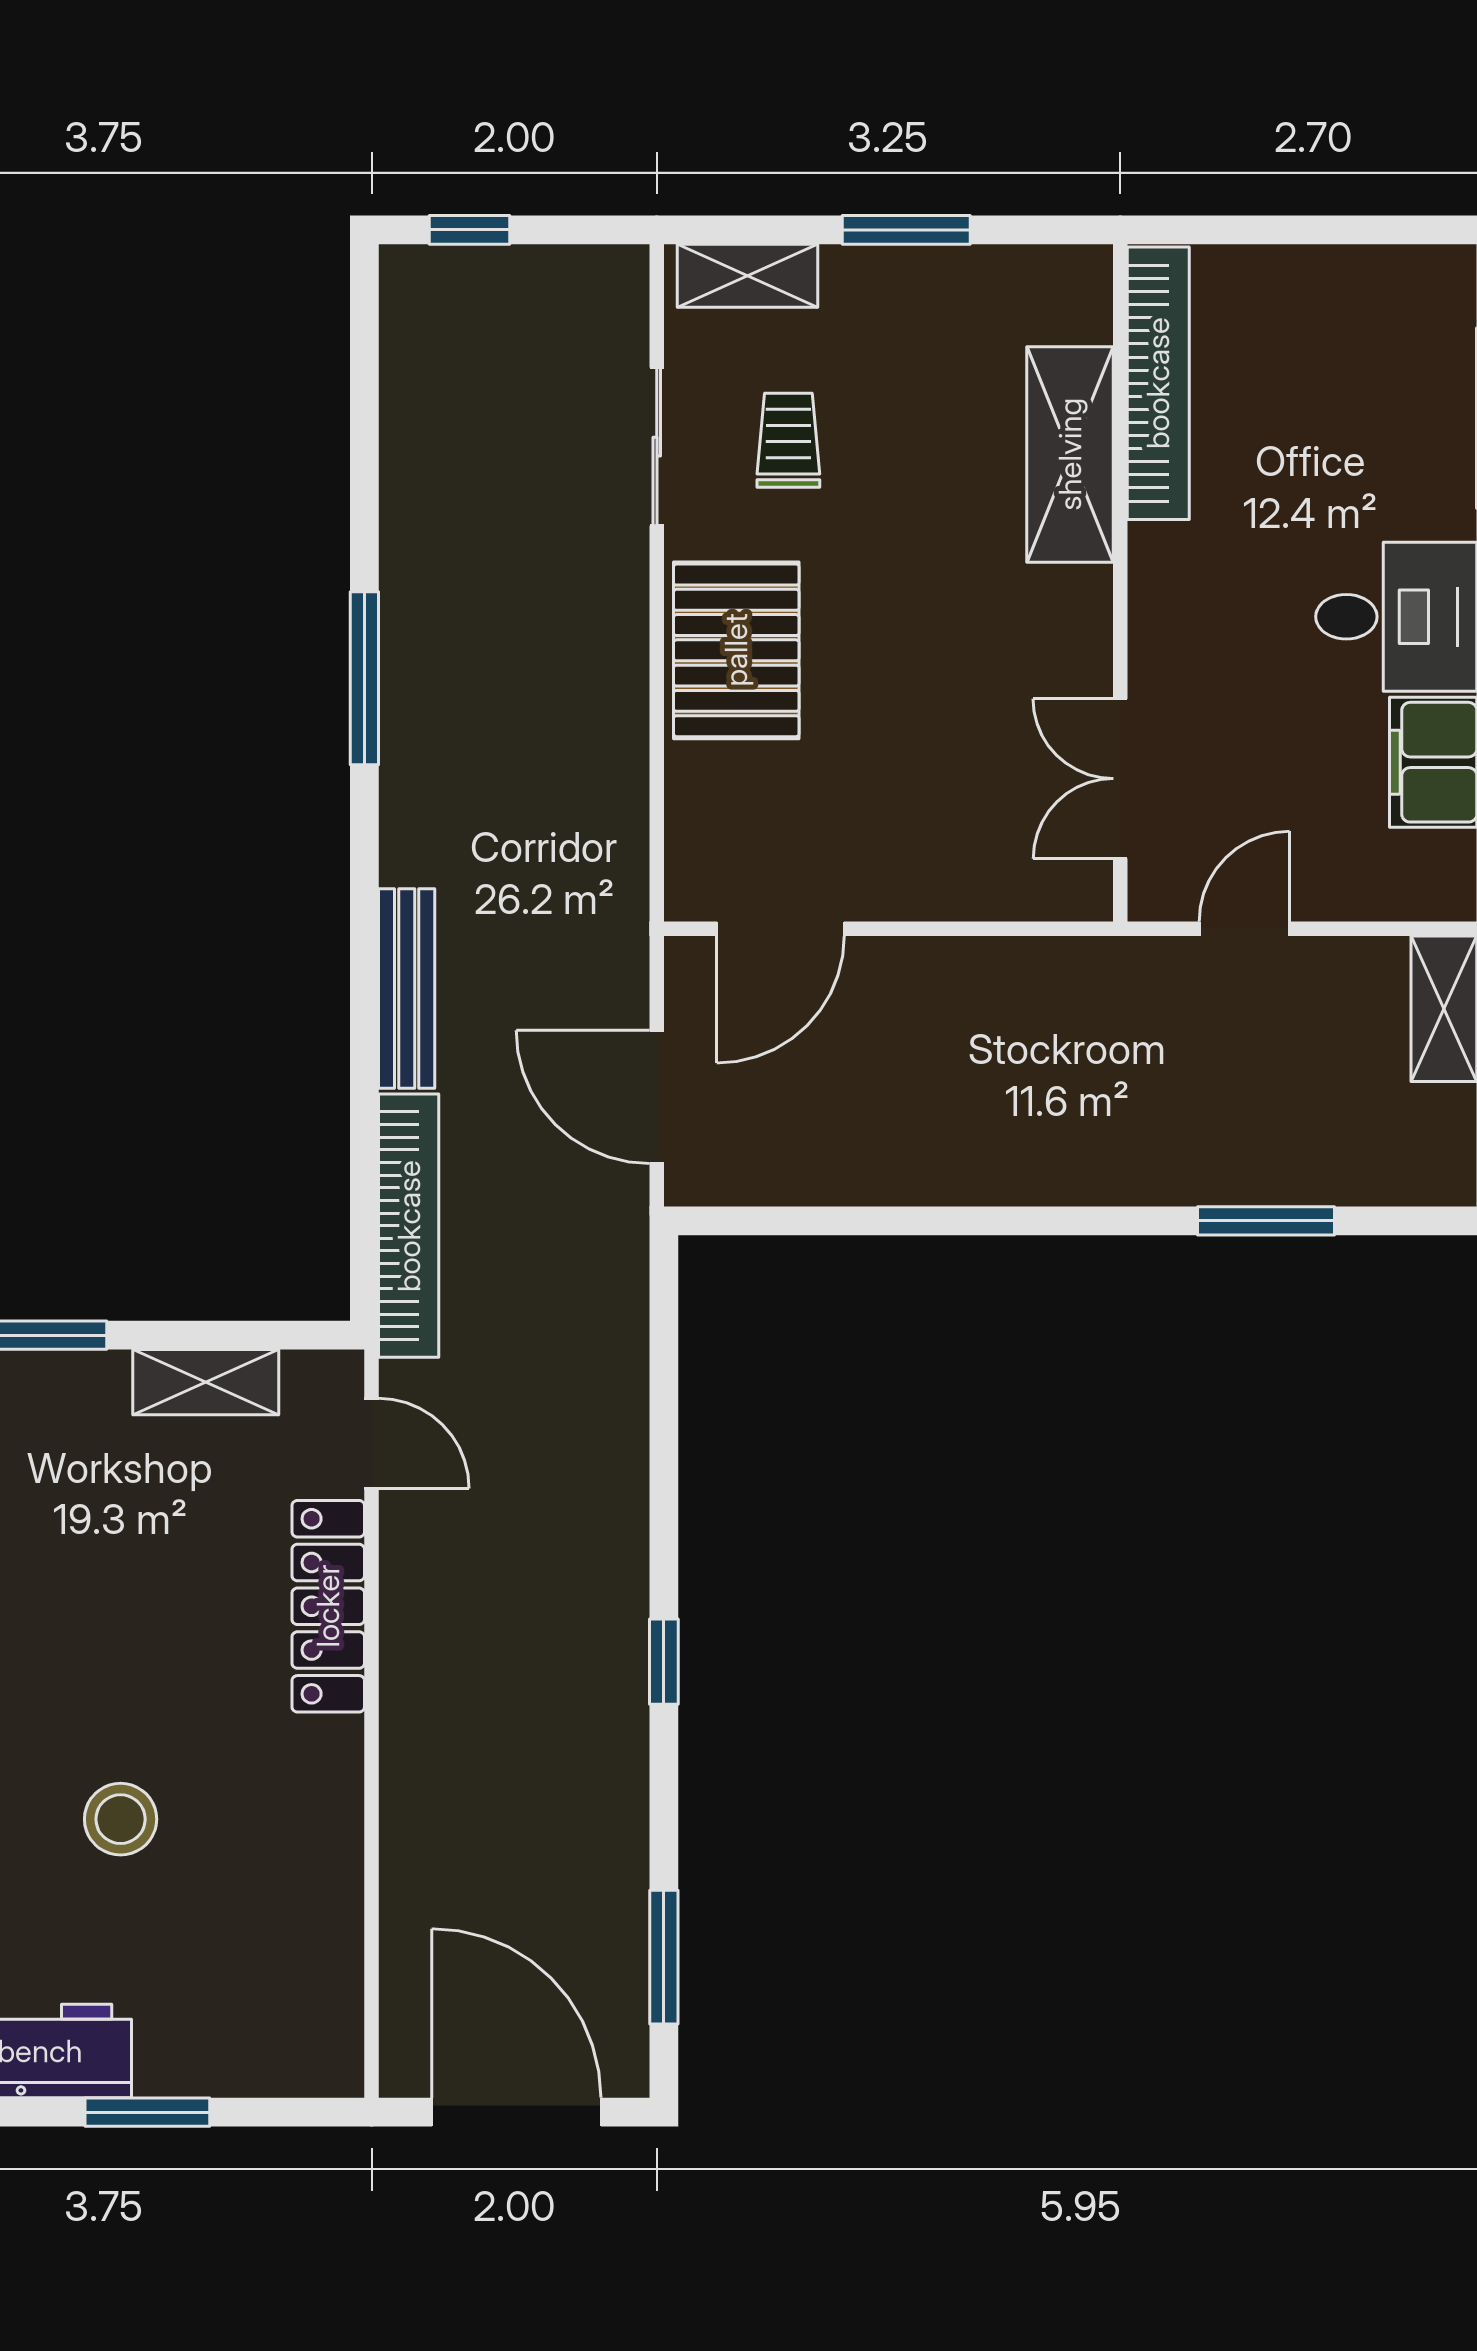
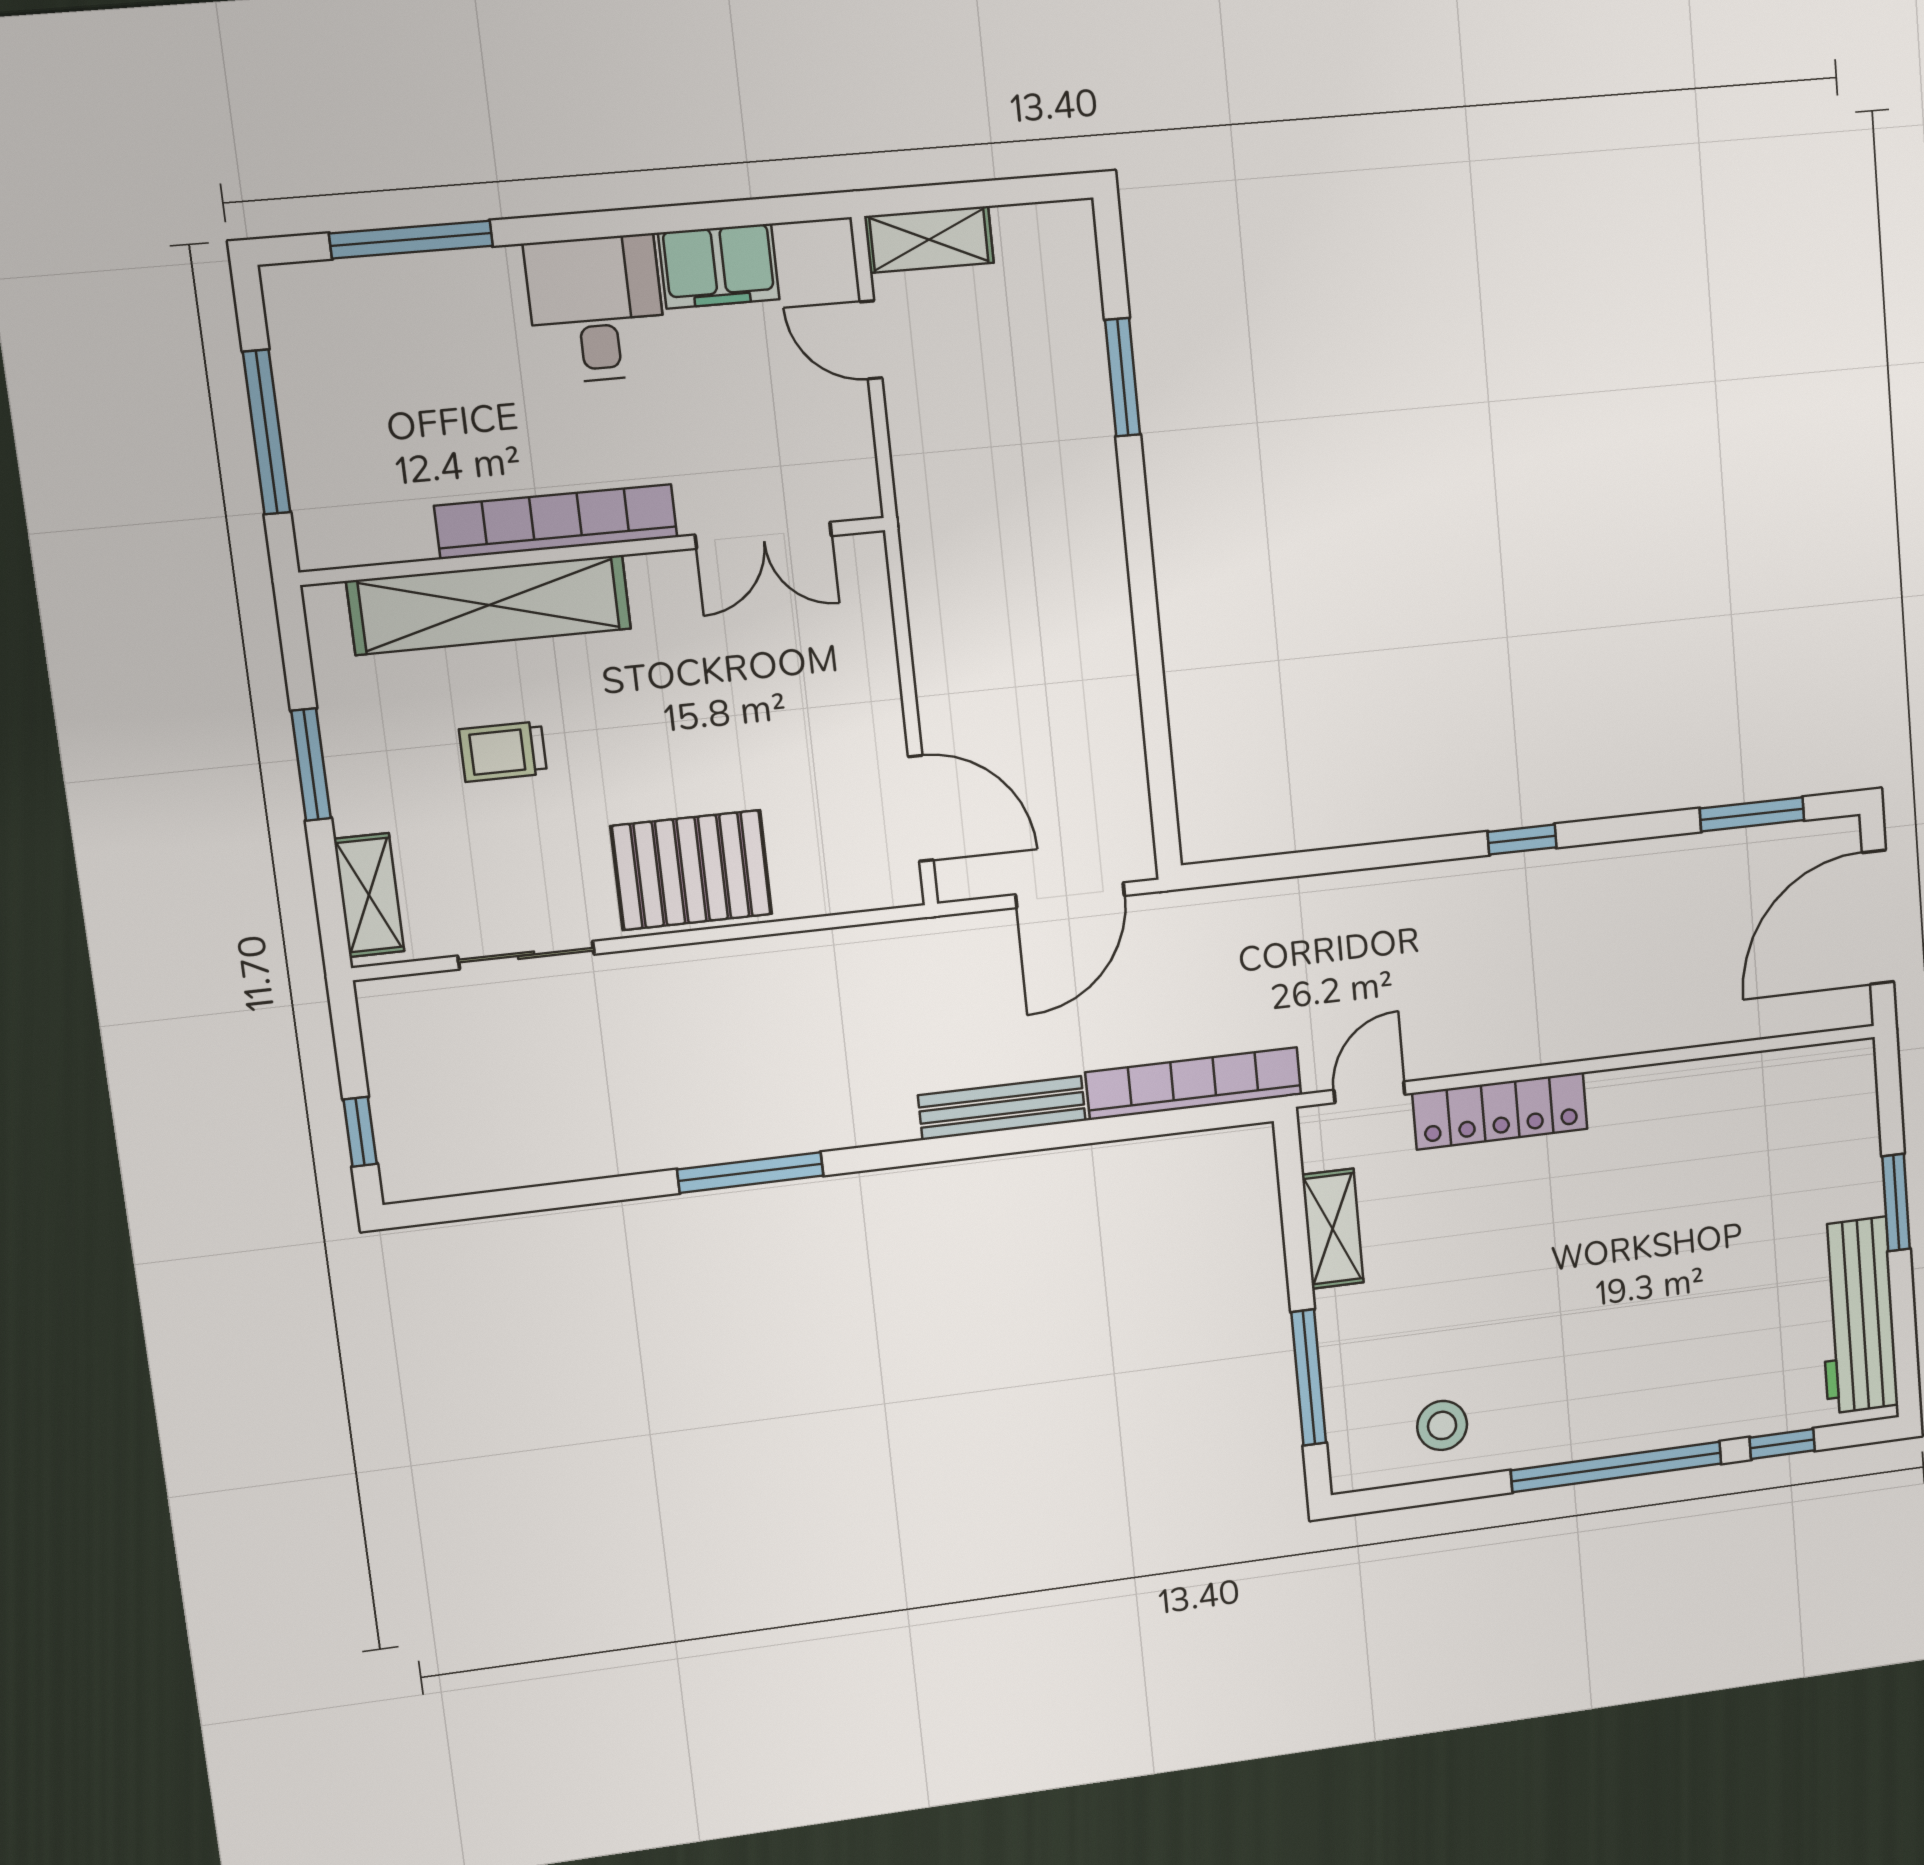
window: (1289, 230) -> (267, 432), added
bookcase: (1158, 383) -> (556, 522), moved
trolley: (788, 440) -> (503, 752), moved
shelving: (1070, 454) -> (489, 605), width x1.47
door: (1244, 929) -> (871, 340), moved
stool: (121, 1819) -> (1676, 1252), removed

